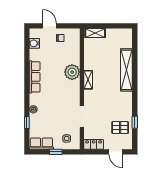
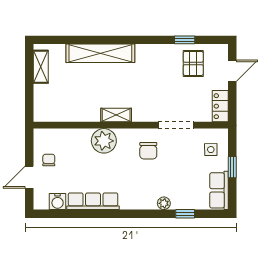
shelving: (95, 33) -> (41, 67), moved
row of seats: (35, 77) -> (93, 201), moved
chair: (66, 100) -> (148, 151), added

